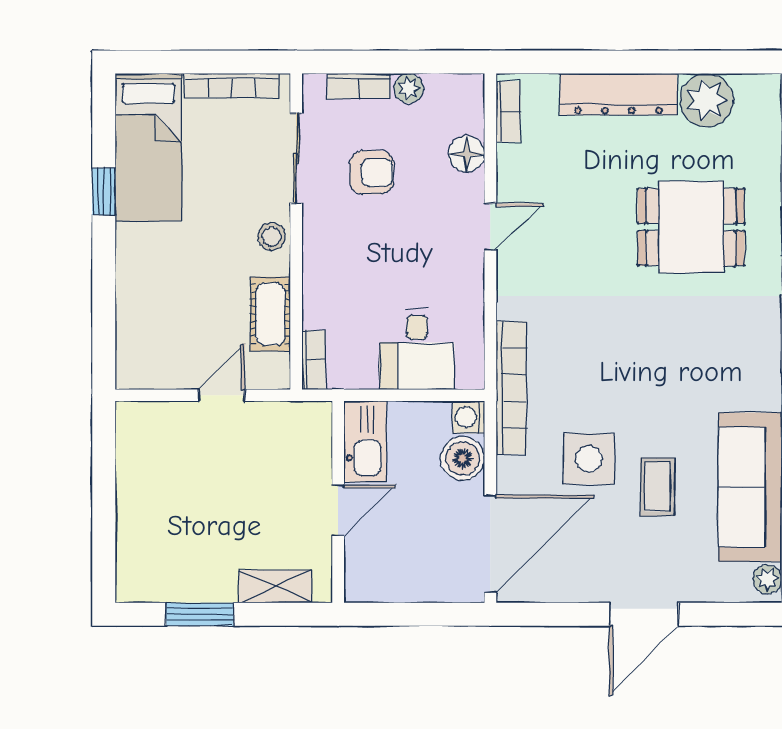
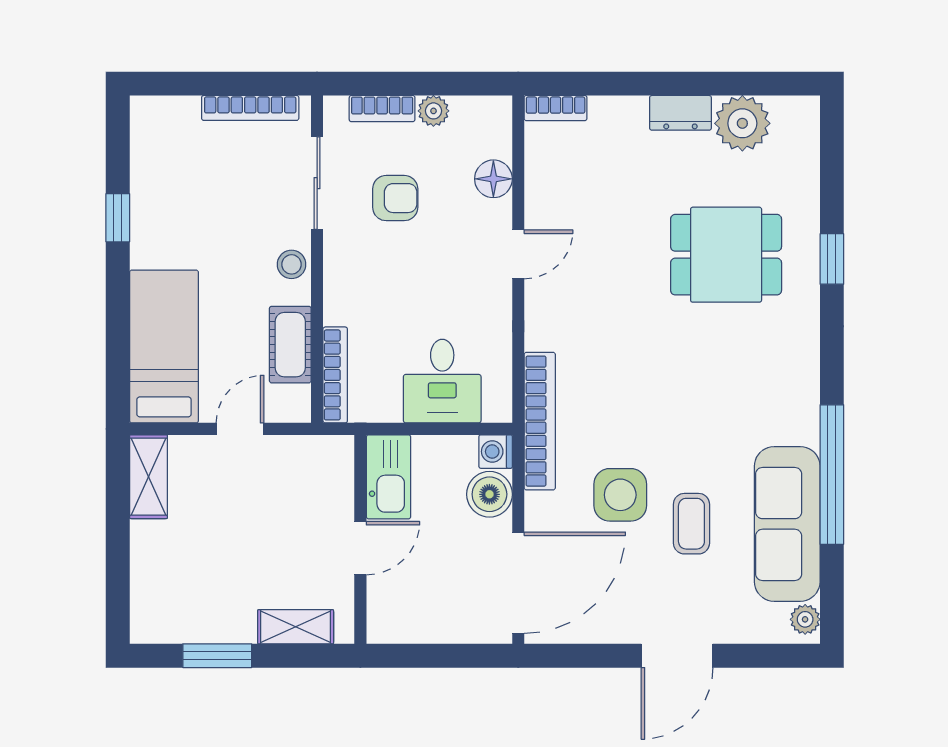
dresser: (618, 94) -> (680, 113), width x0.51, depth x0.80
bookcase: (508, 112) -> (556, 108), moved, turned 90
bed: (148, 147) -> (164, 347), moved, turned 180
bookcase: (314, 360) -> (335, 375), width x1.56
shelving: (133, 441) -> (148, 477), added

